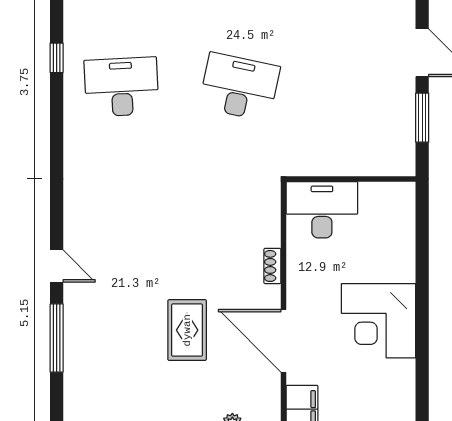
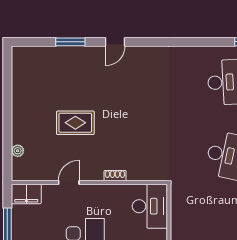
window: (57, 338) -> (70, 42), width x0.69
door: (283, 341) -> (69, 182), width x0.53

